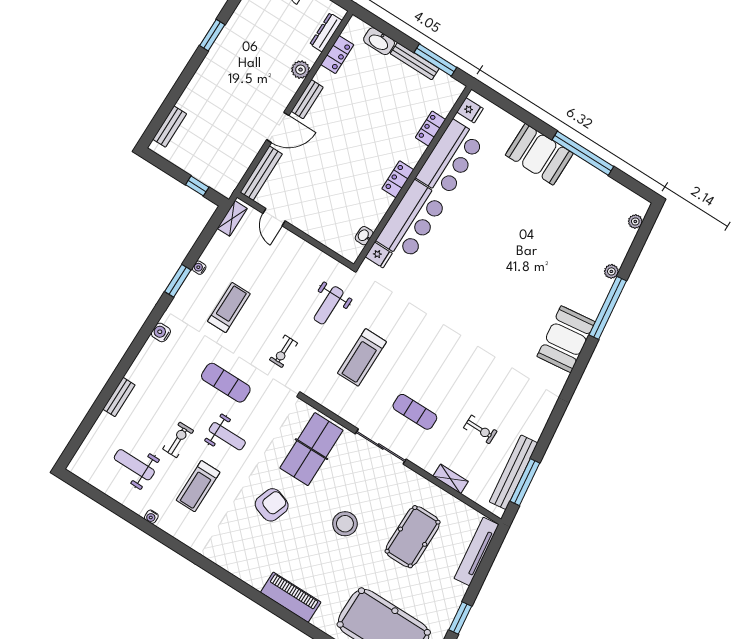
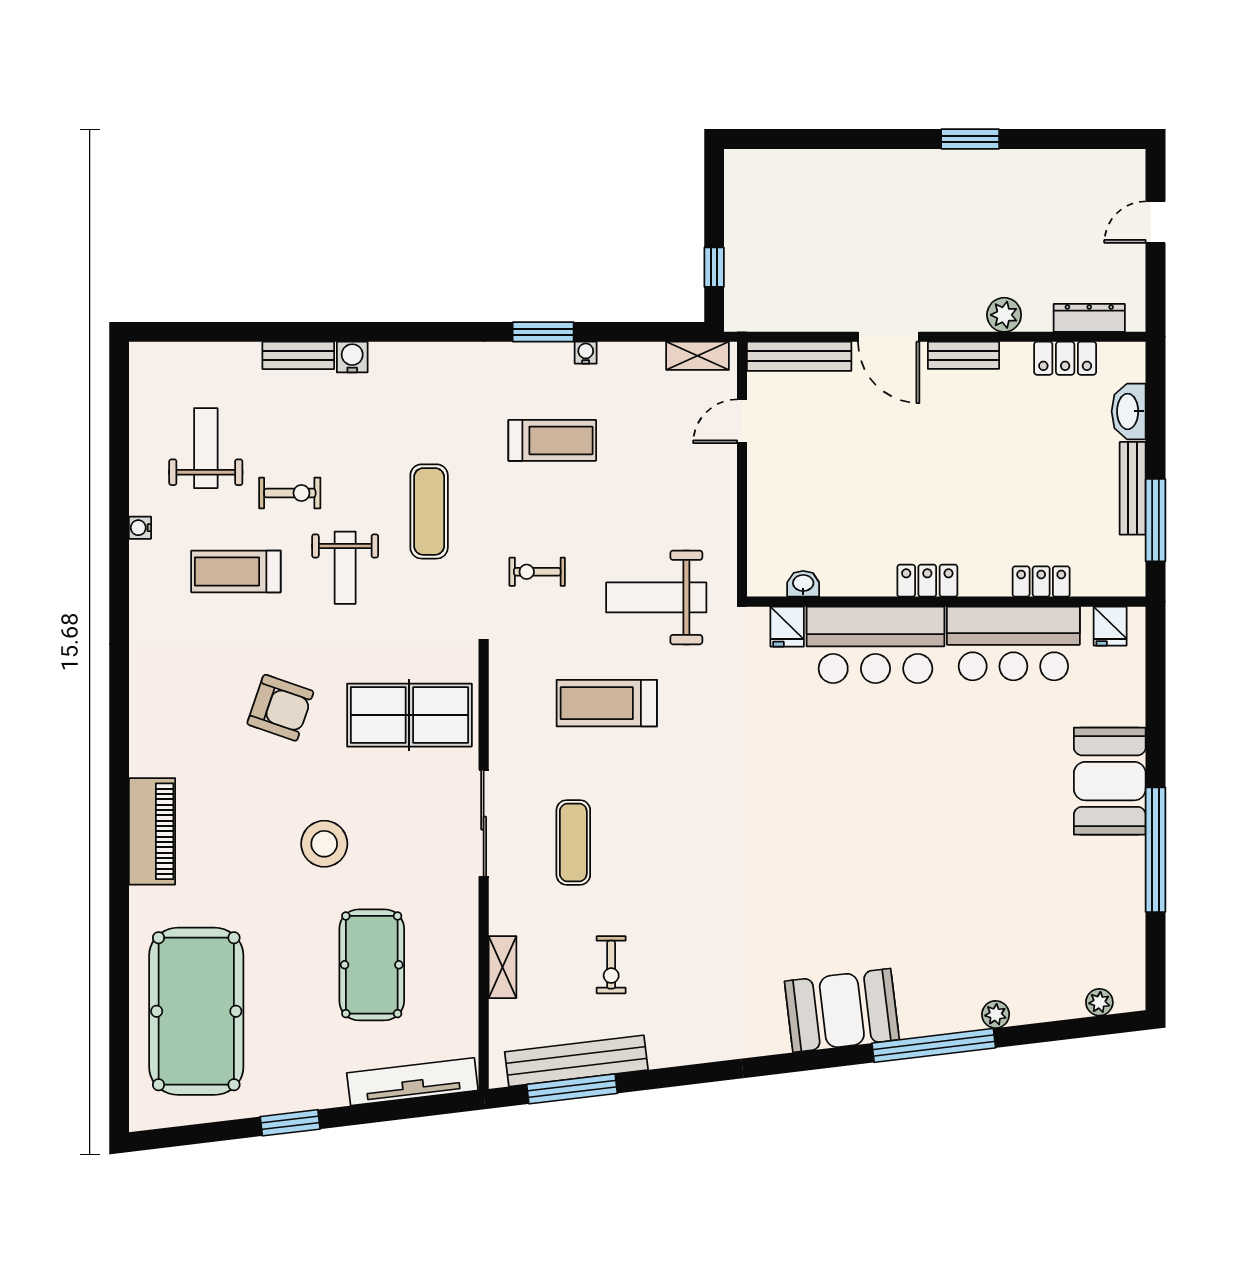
bench: (170, 127) -> (781, 163), removed
weight bench: (329, 305) -> (656, 597), width x1.36, depth x1.33
water cooler: (161, 332) -> (352, 357), moved
pool table: (413, 537) -> (372, 965), turned 90

